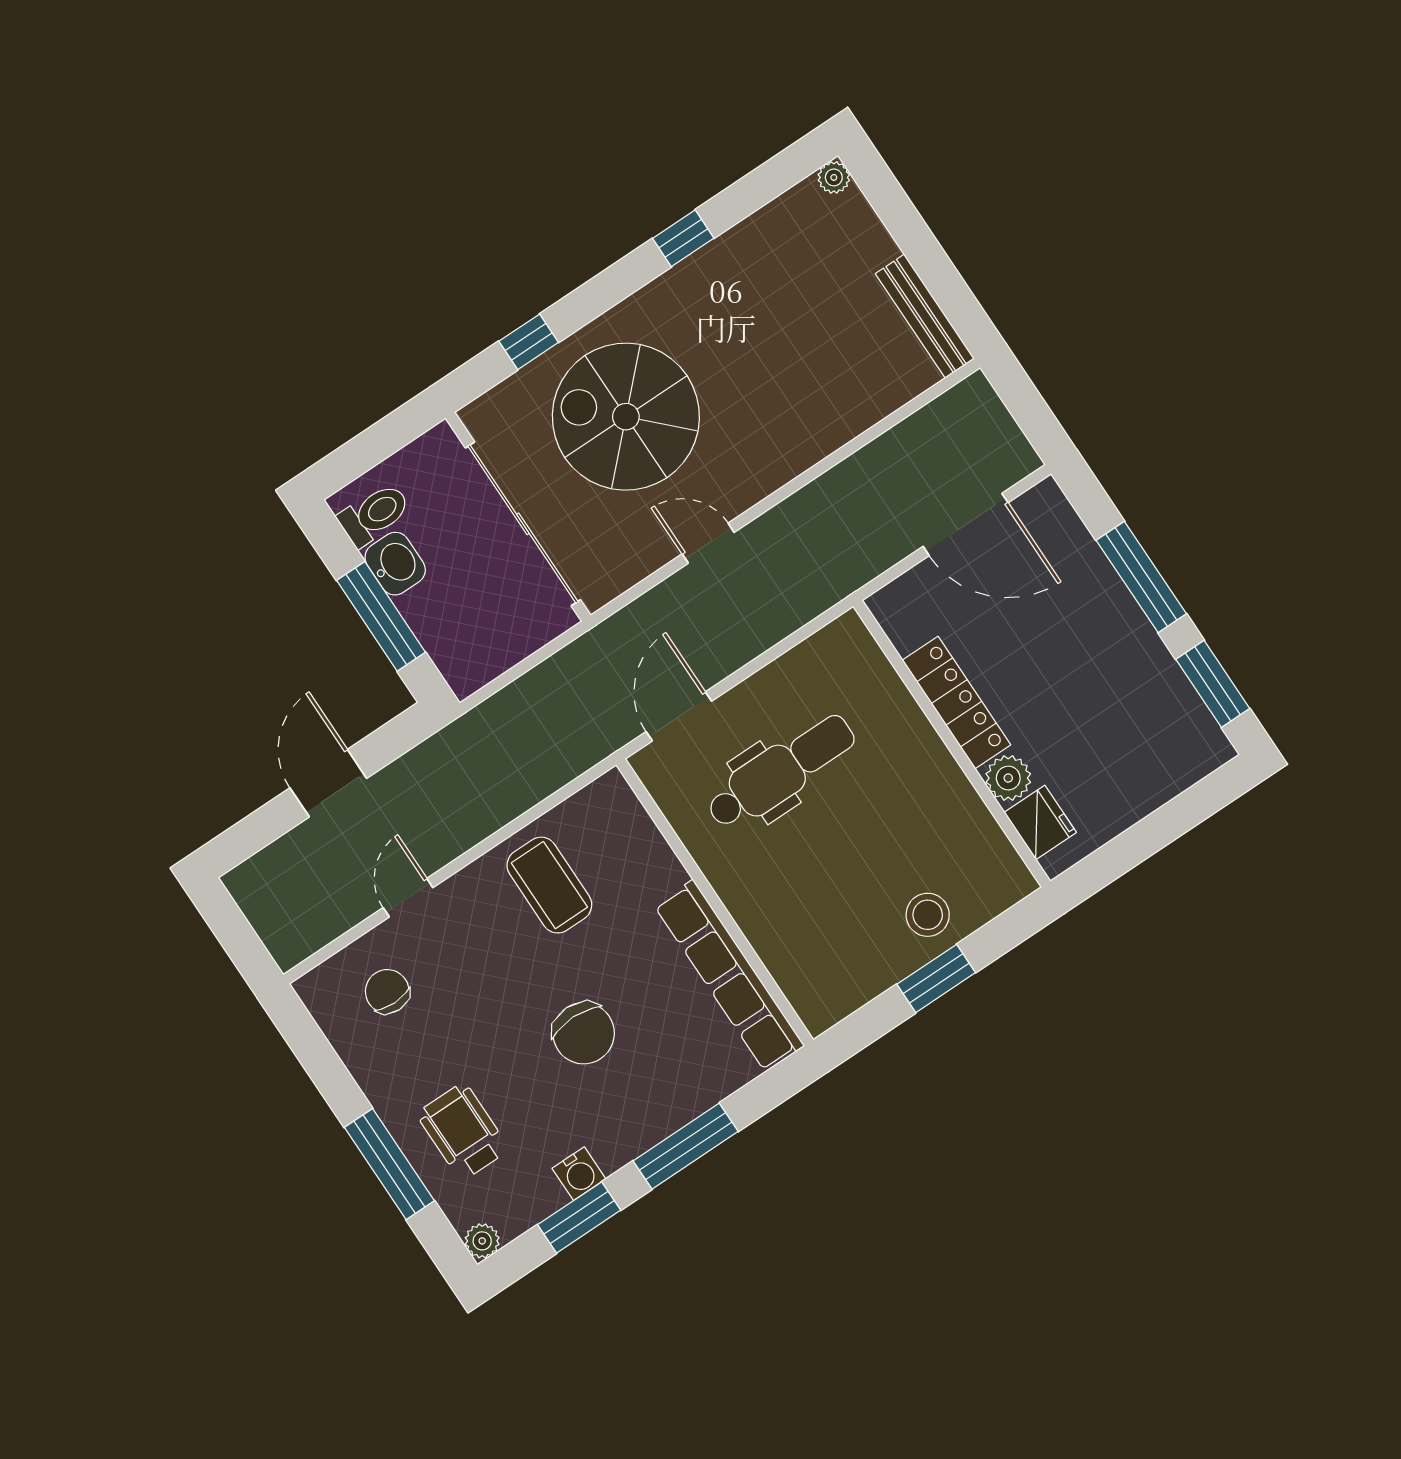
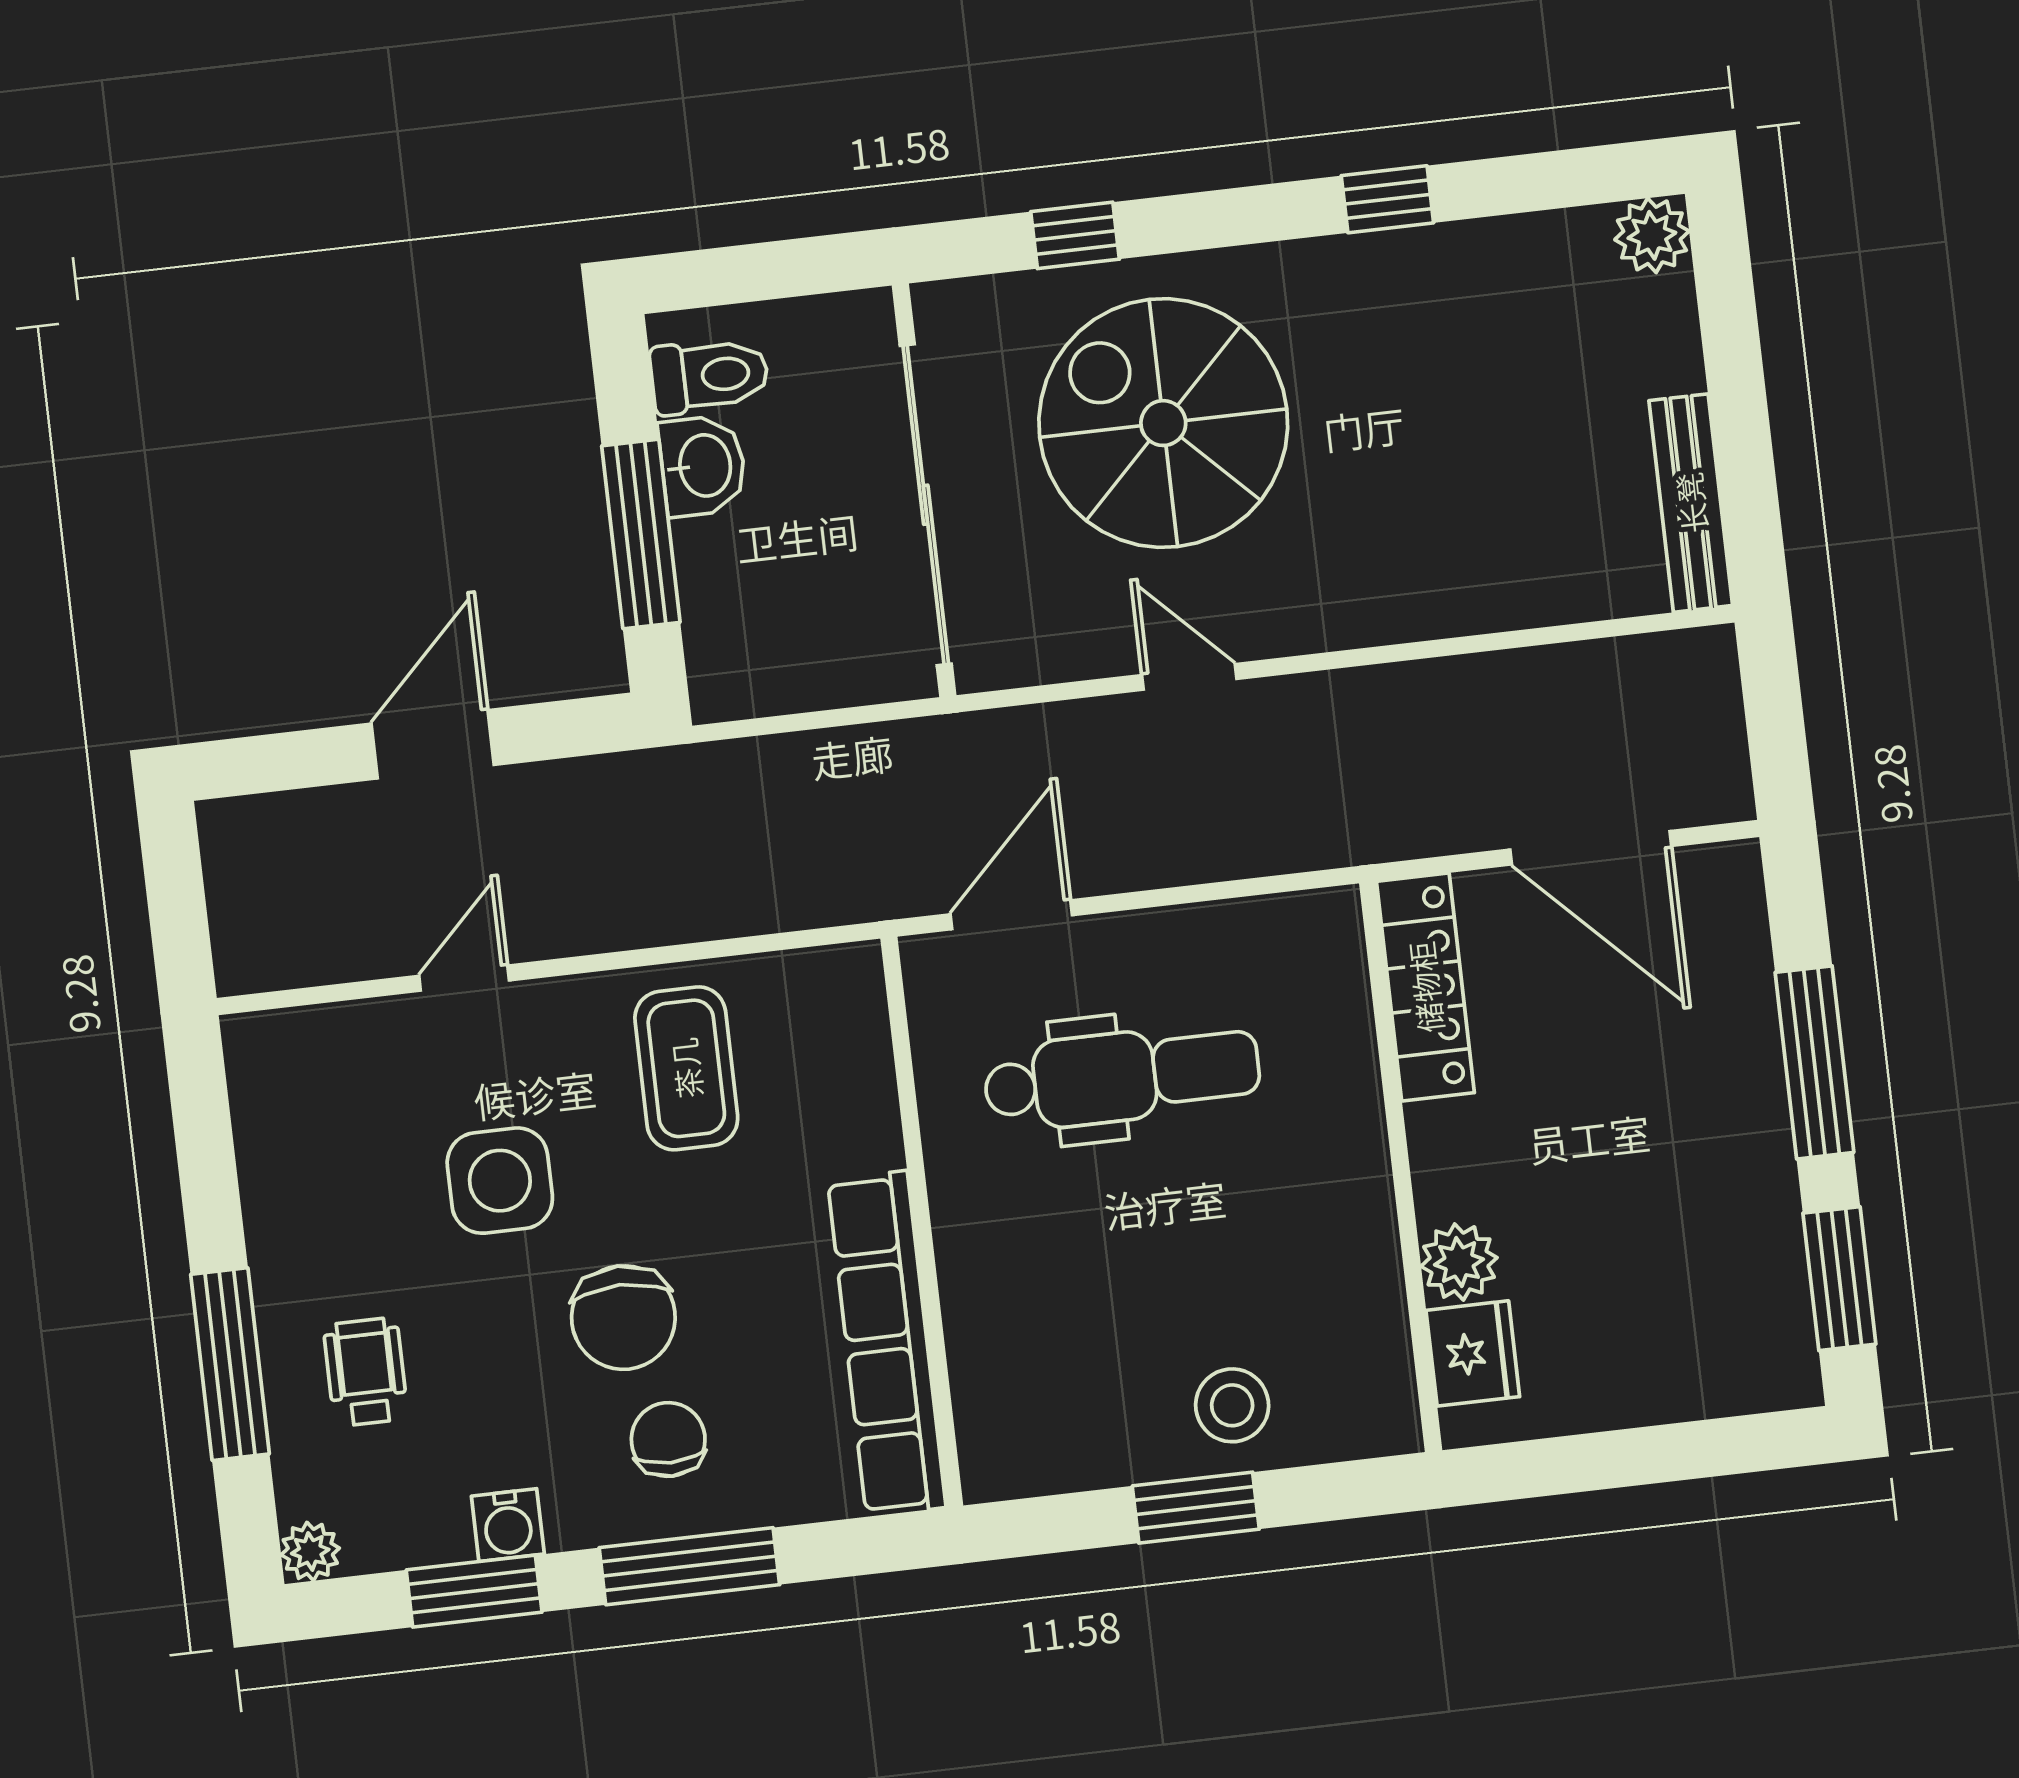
plant: (834, 177) -> (1652, 235), width x1.38, depth x1.38
locker: (956, 703) -> (1425, 987), moved
chair: (387, 991) -> (668, 1439), moved
side table: (482, 995) -> (500, 1181), added
wheelchair: (463, 1131) -> (366, 1372), width x0.73, depth x0.73

